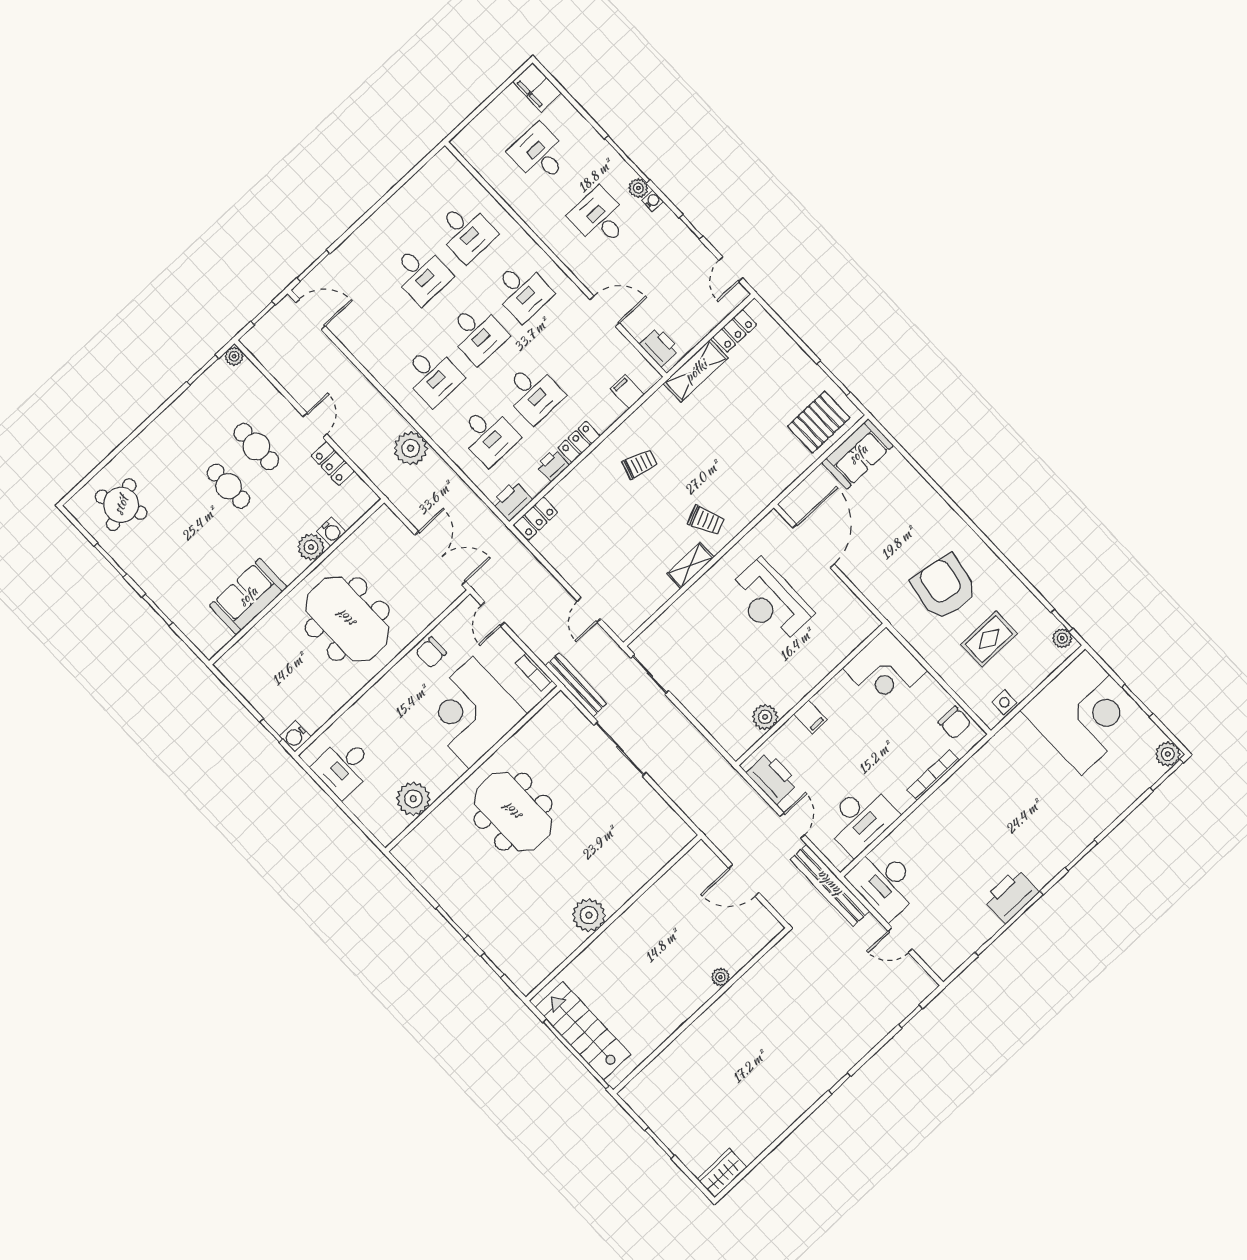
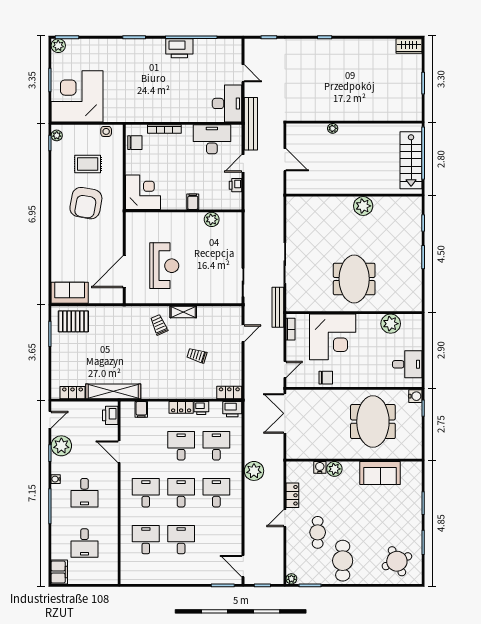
plant: (638, 188) -> (61, 446), moved, width x1.87, depth x1.87
shelving: (696, 371) -> (113, 391), width x1.47
trolley: (640, 464) -> (197, 355), moved
cafe table: (228, 486) -> (343, 561), moved, width x1.37, depth x1.35
meeting table: (347, 619) -> (373, 422), moved
chair: (955, 723) -> (135, 143), turned 90
printer: (772, 778) -> (236, 185), width x0.53, depth x0.68

